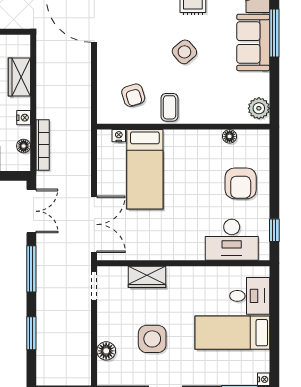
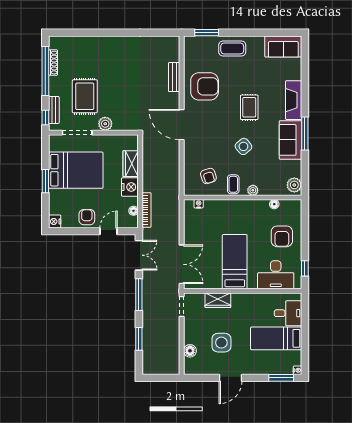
plant: (198, 116) -> (253, 190), added
nightstand: (24, 118) -> (130, 187), width x1.89, depth x1.79
bed: (145, 169) -> (235, 262), moved, turned 180

